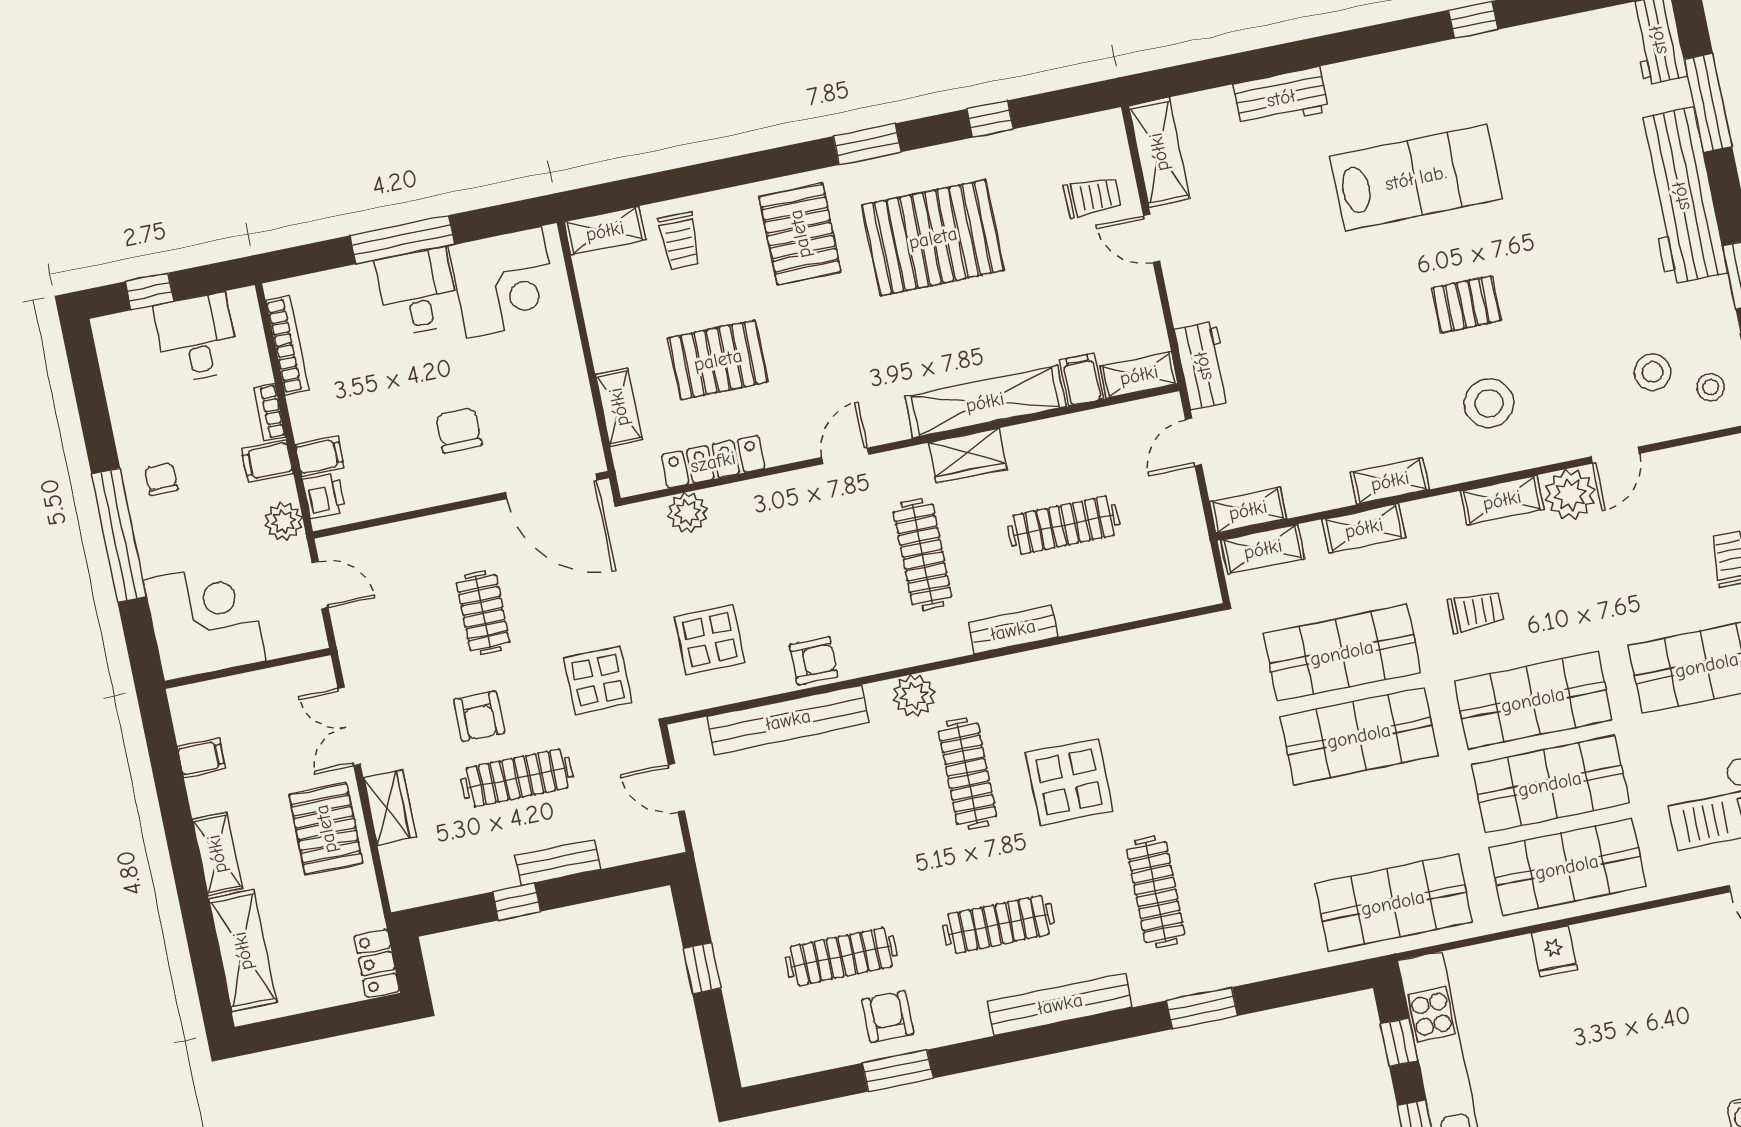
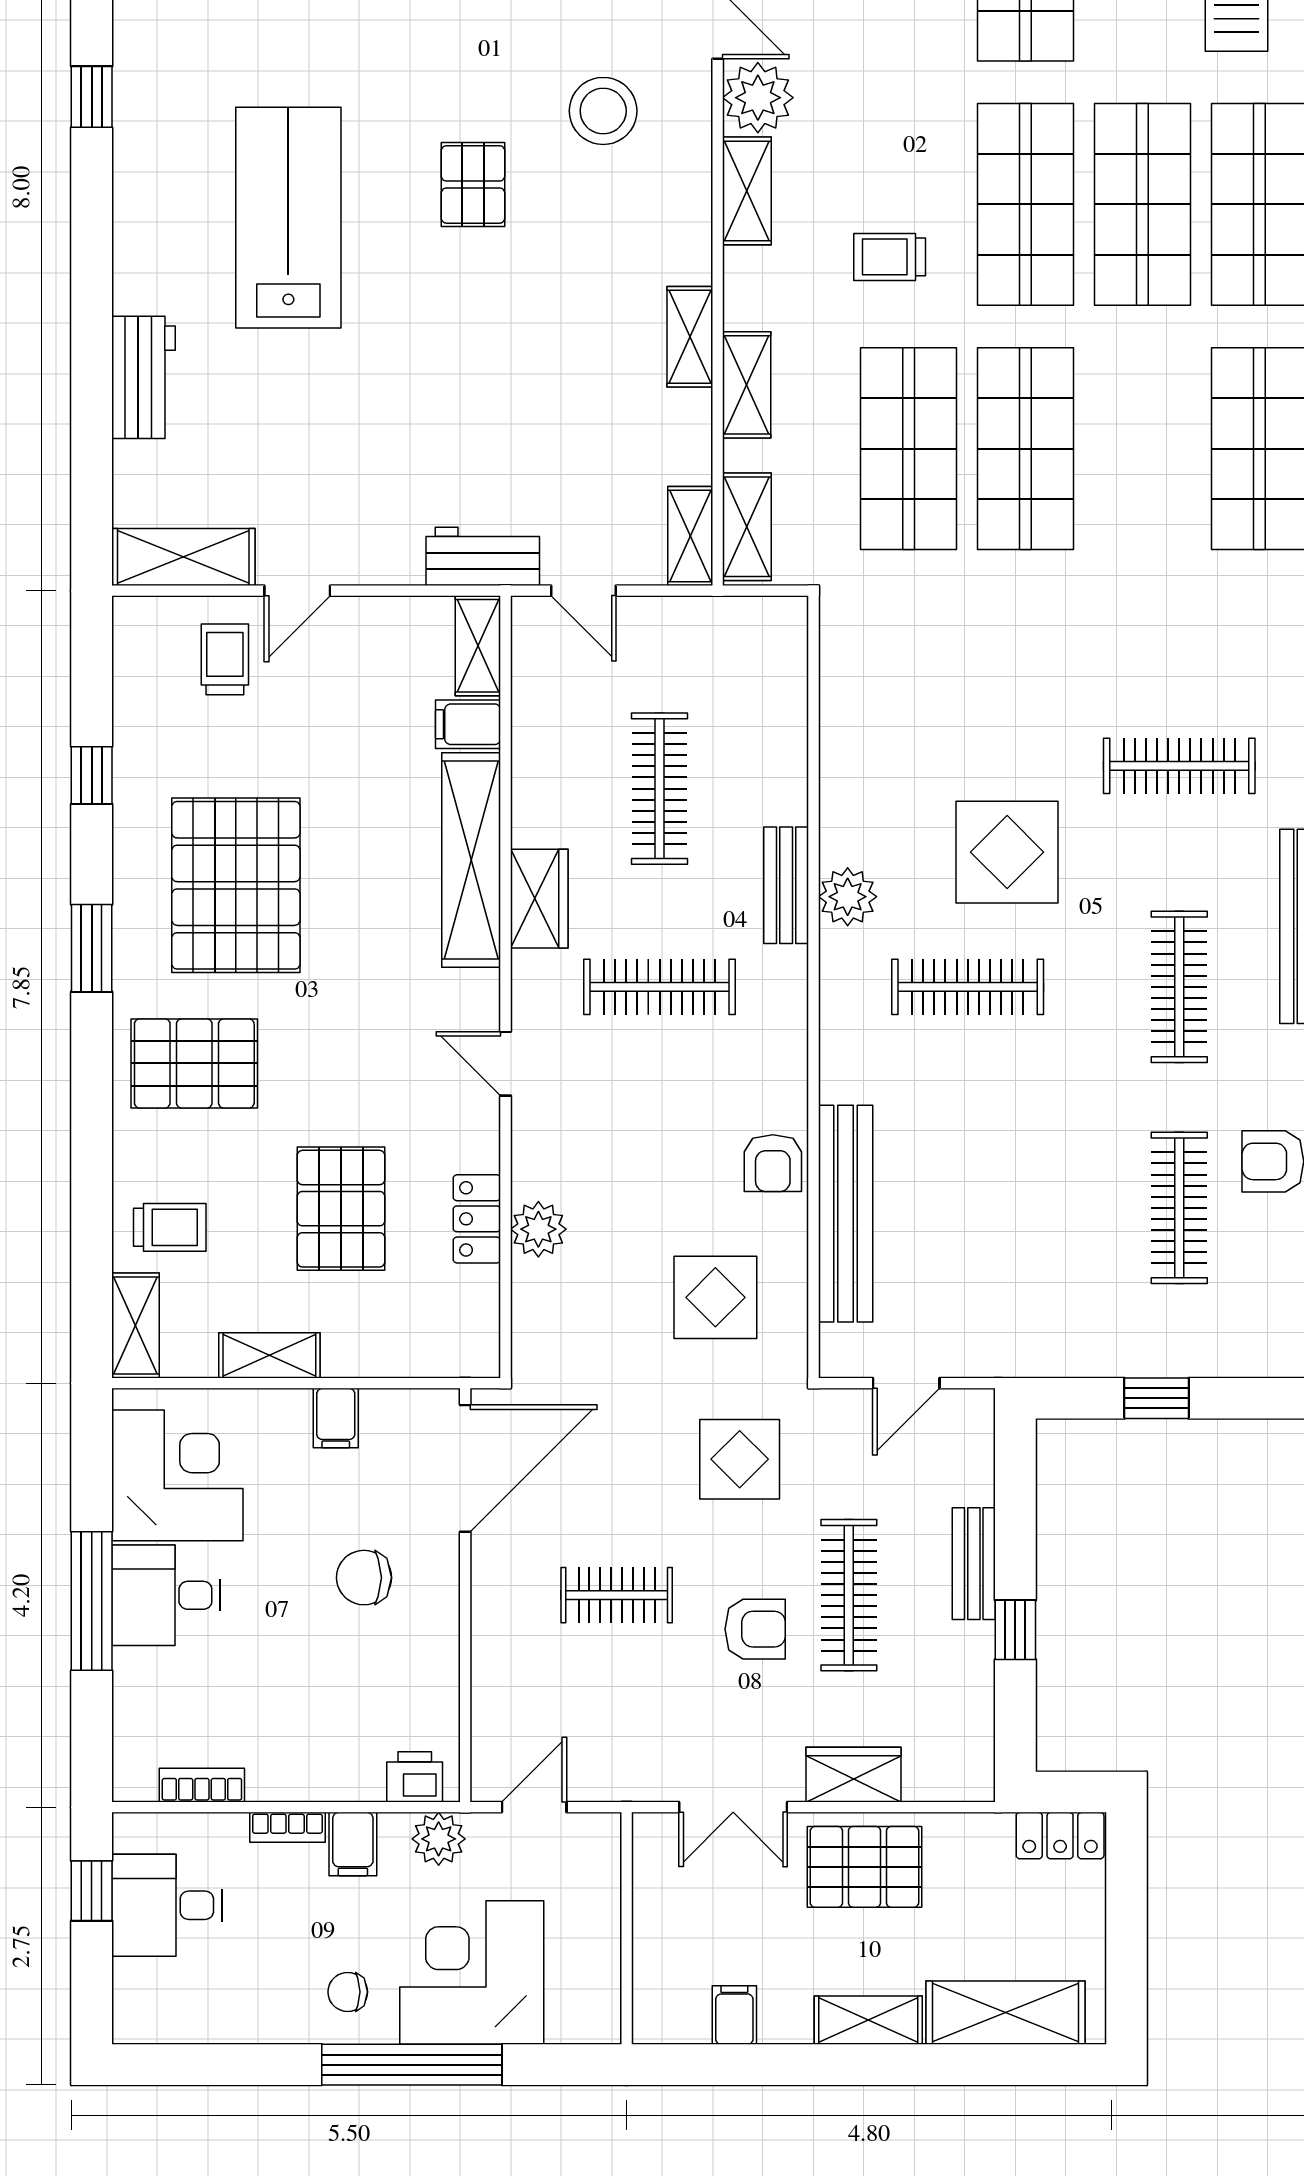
window: (150, 291) -> (92, 1891), moved
bookcase: (287, 345) -> (202, 1785), width x0.64
stool: (1489, 403) -> (603, 111), moved
shelving: (619, 407) -> (269, 1355), moved
filing cabinet: (320, 456) -> (336, 1418), moved, turned 180
locker: (713, 462) -> (477, 1219), width x0.66
plant: (688, 513) -> (538, 1229), moved
trolley: (1476, 611) -> (890, 257), turned -90
corner desk: (205, 620) -> (472, 1973), moved
armchair: (814, 661) -> (773, 1163), turned 180
plant: (914, 696) -> (848, 897), moved

